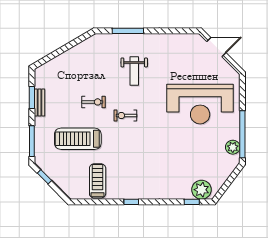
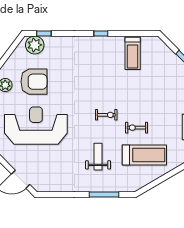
treadmill: (78, 139) -> (144, 155), moved
armchair: (202, 151) -> (34, 82), added

